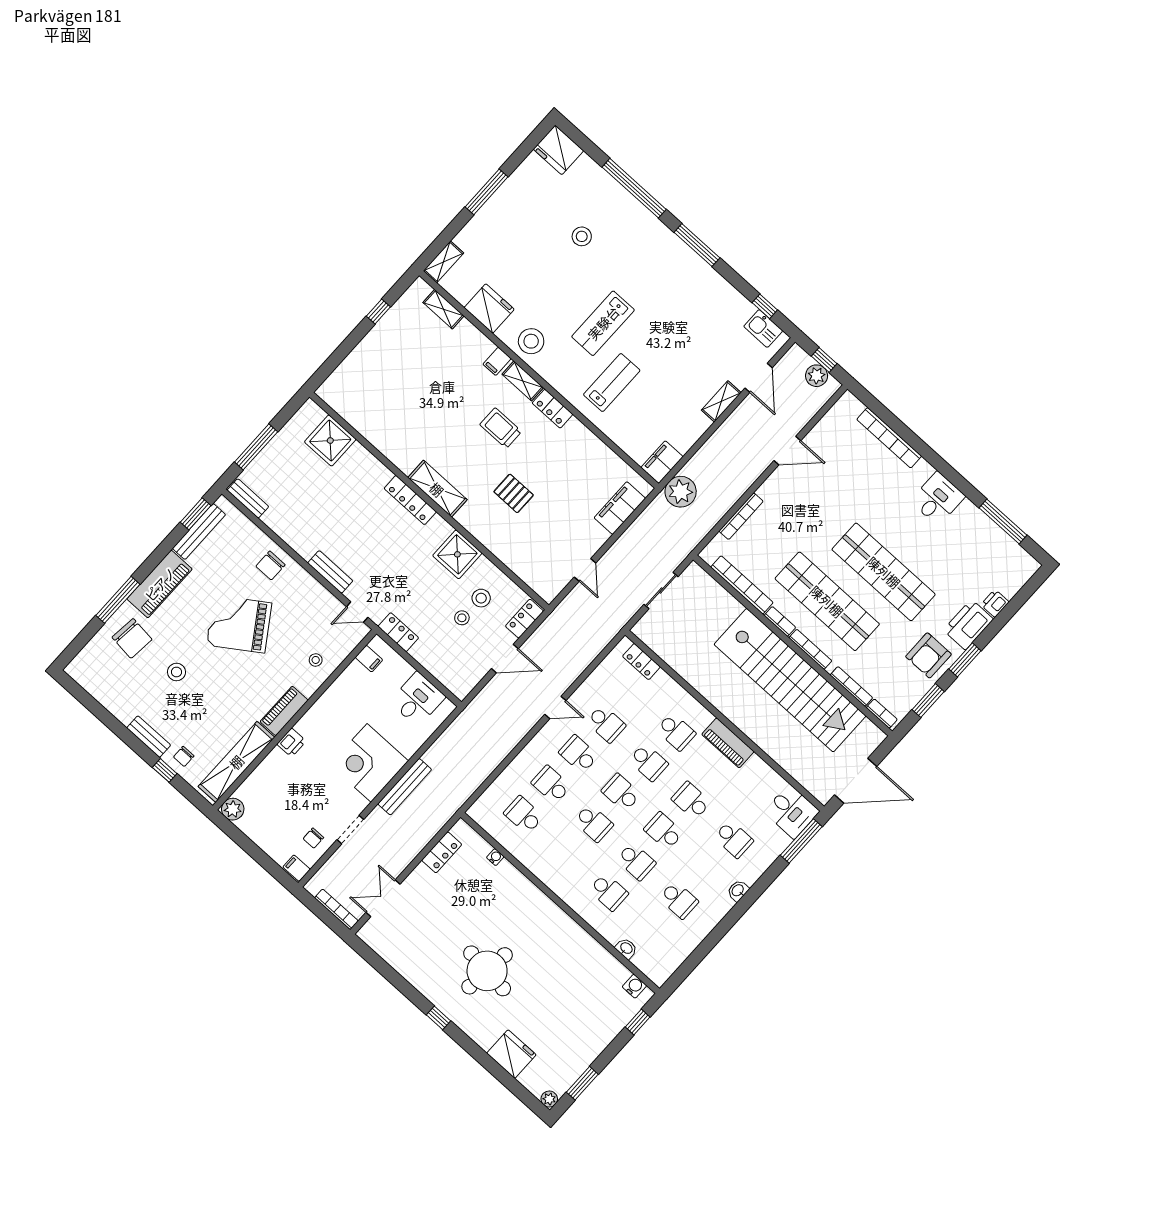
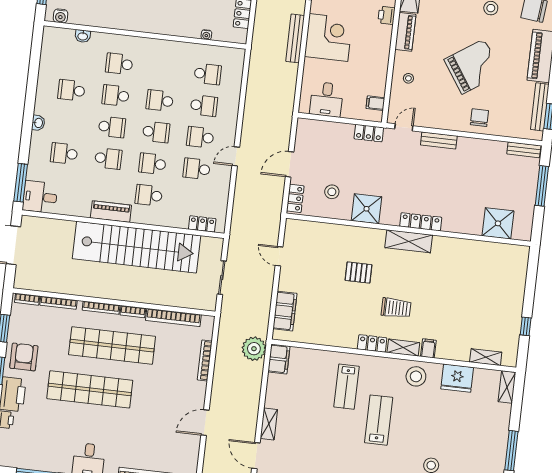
stool: (462, 618) -> (335, 171), removed
stairs: (790, 680) -> (136, 247), moved, turned 180
school desk: (578, 754) -> (200, 137), turned 180

